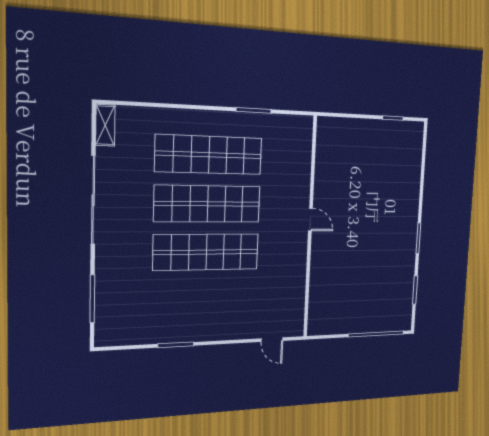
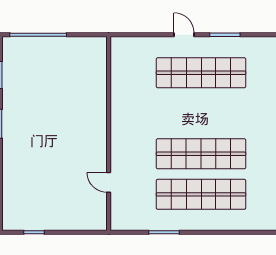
door: (310, 220) -> (109, 182), moved
shop shelf: (206, 252) -> (201, 73), moved
door: (272, 340) -> (184, 35), moved

